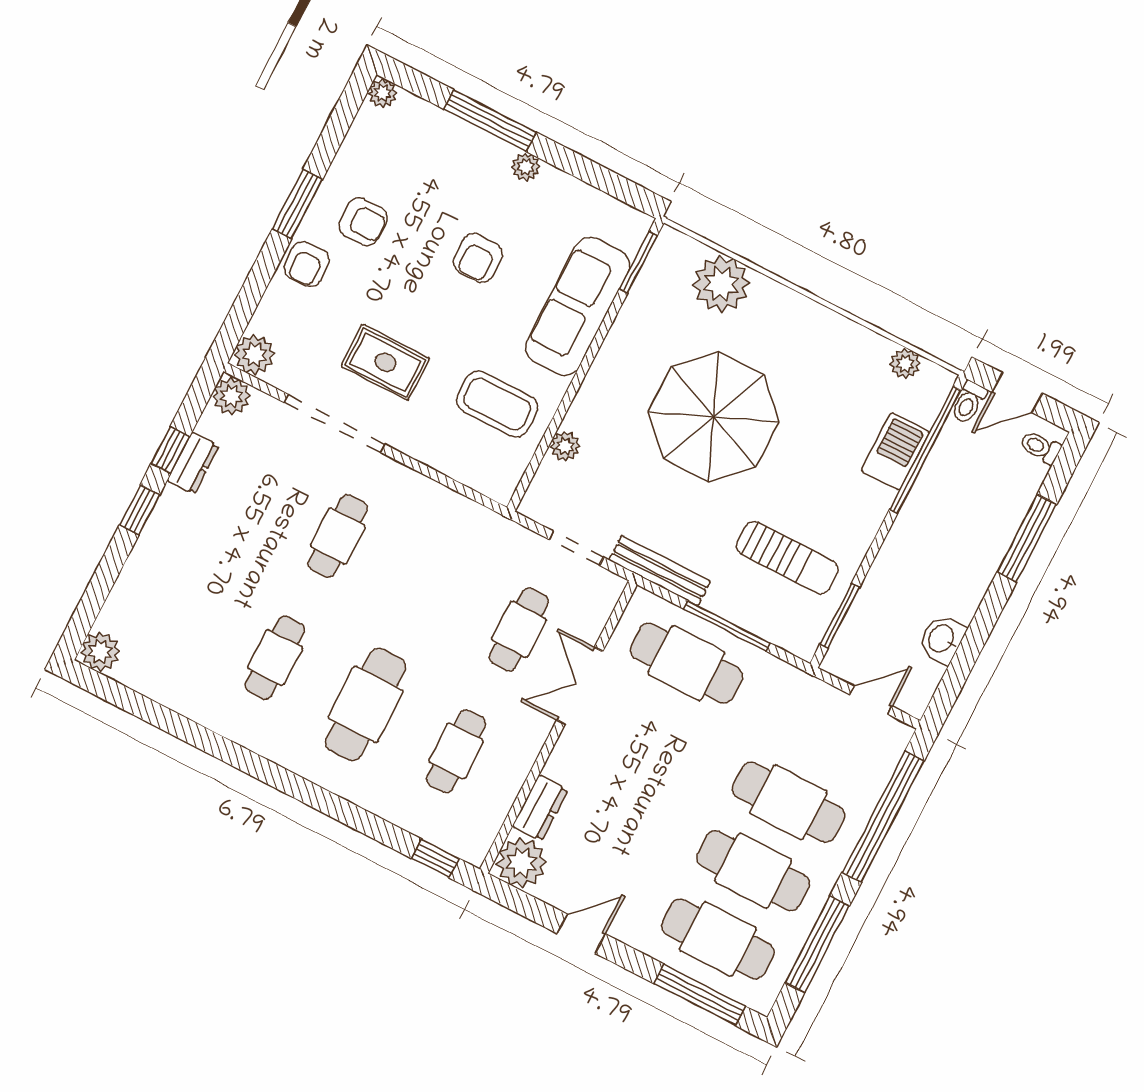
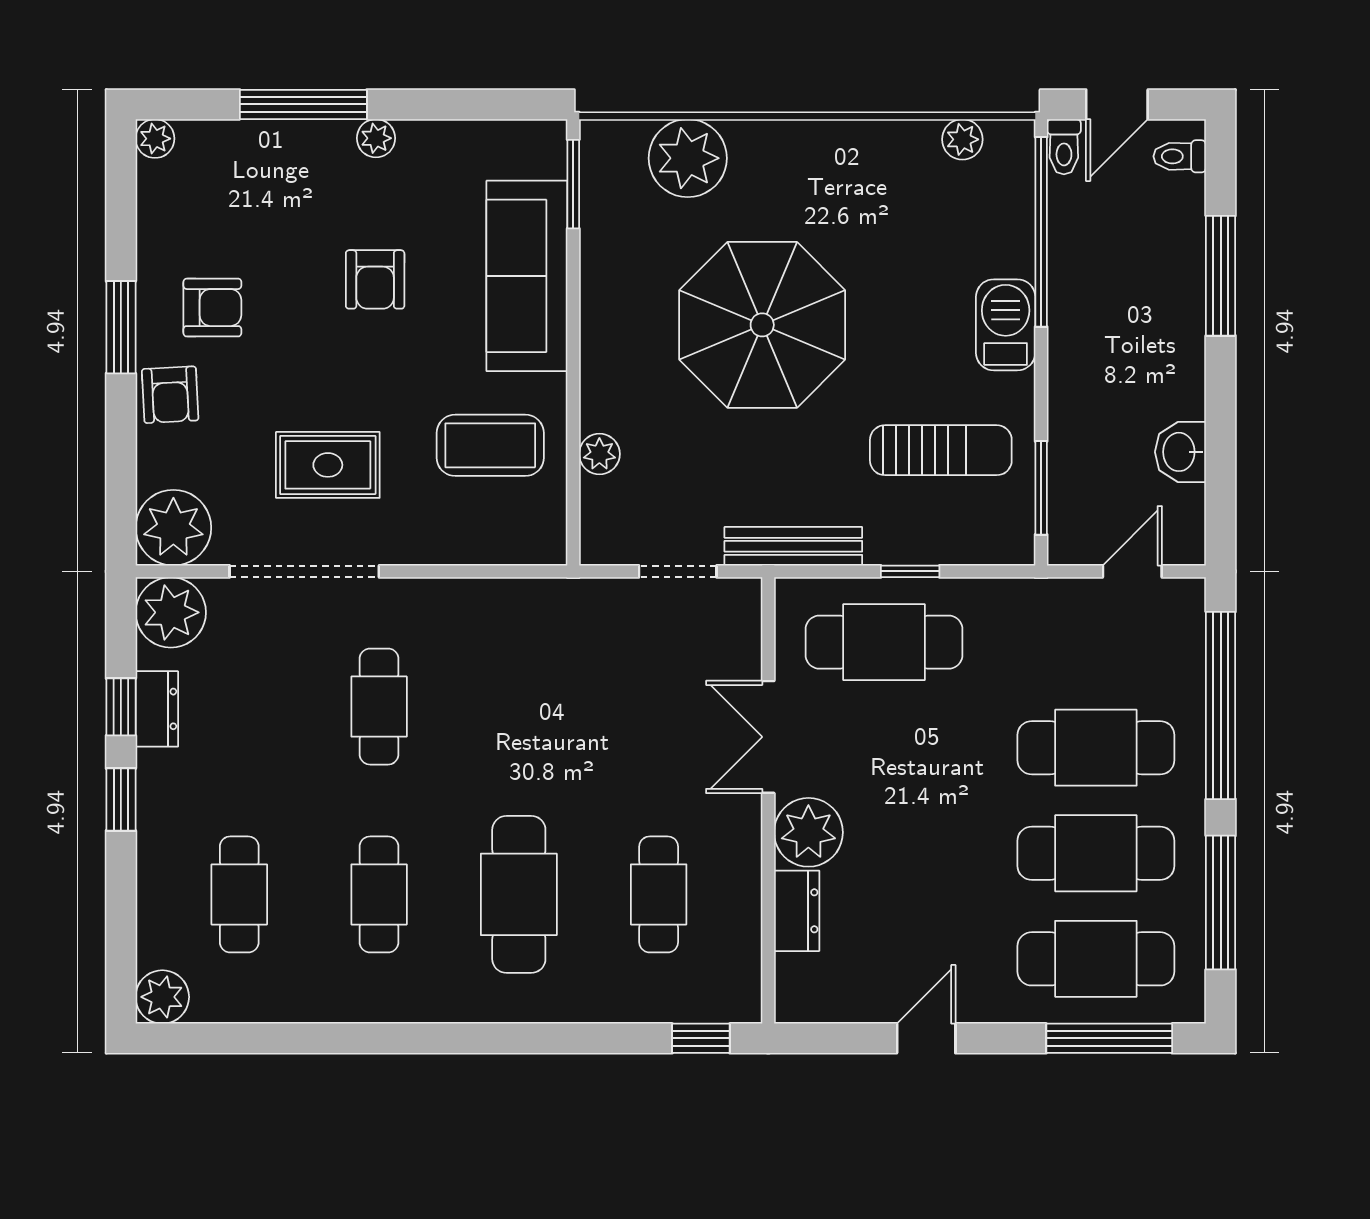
plant: (254, 355) -> (173, 528), width x1.36, depth x1.36
plant: (231, 396) -> (171, 612), width x1.36, depth x1.36
barbecue: (895, 452) -> (1006, 325), moved
window: (727, 626) -> (910, 571), width x0.46
cafe table: (519, 629) -> (239, 894), moved
plant: (521, 863) -> (808, 832), moved

